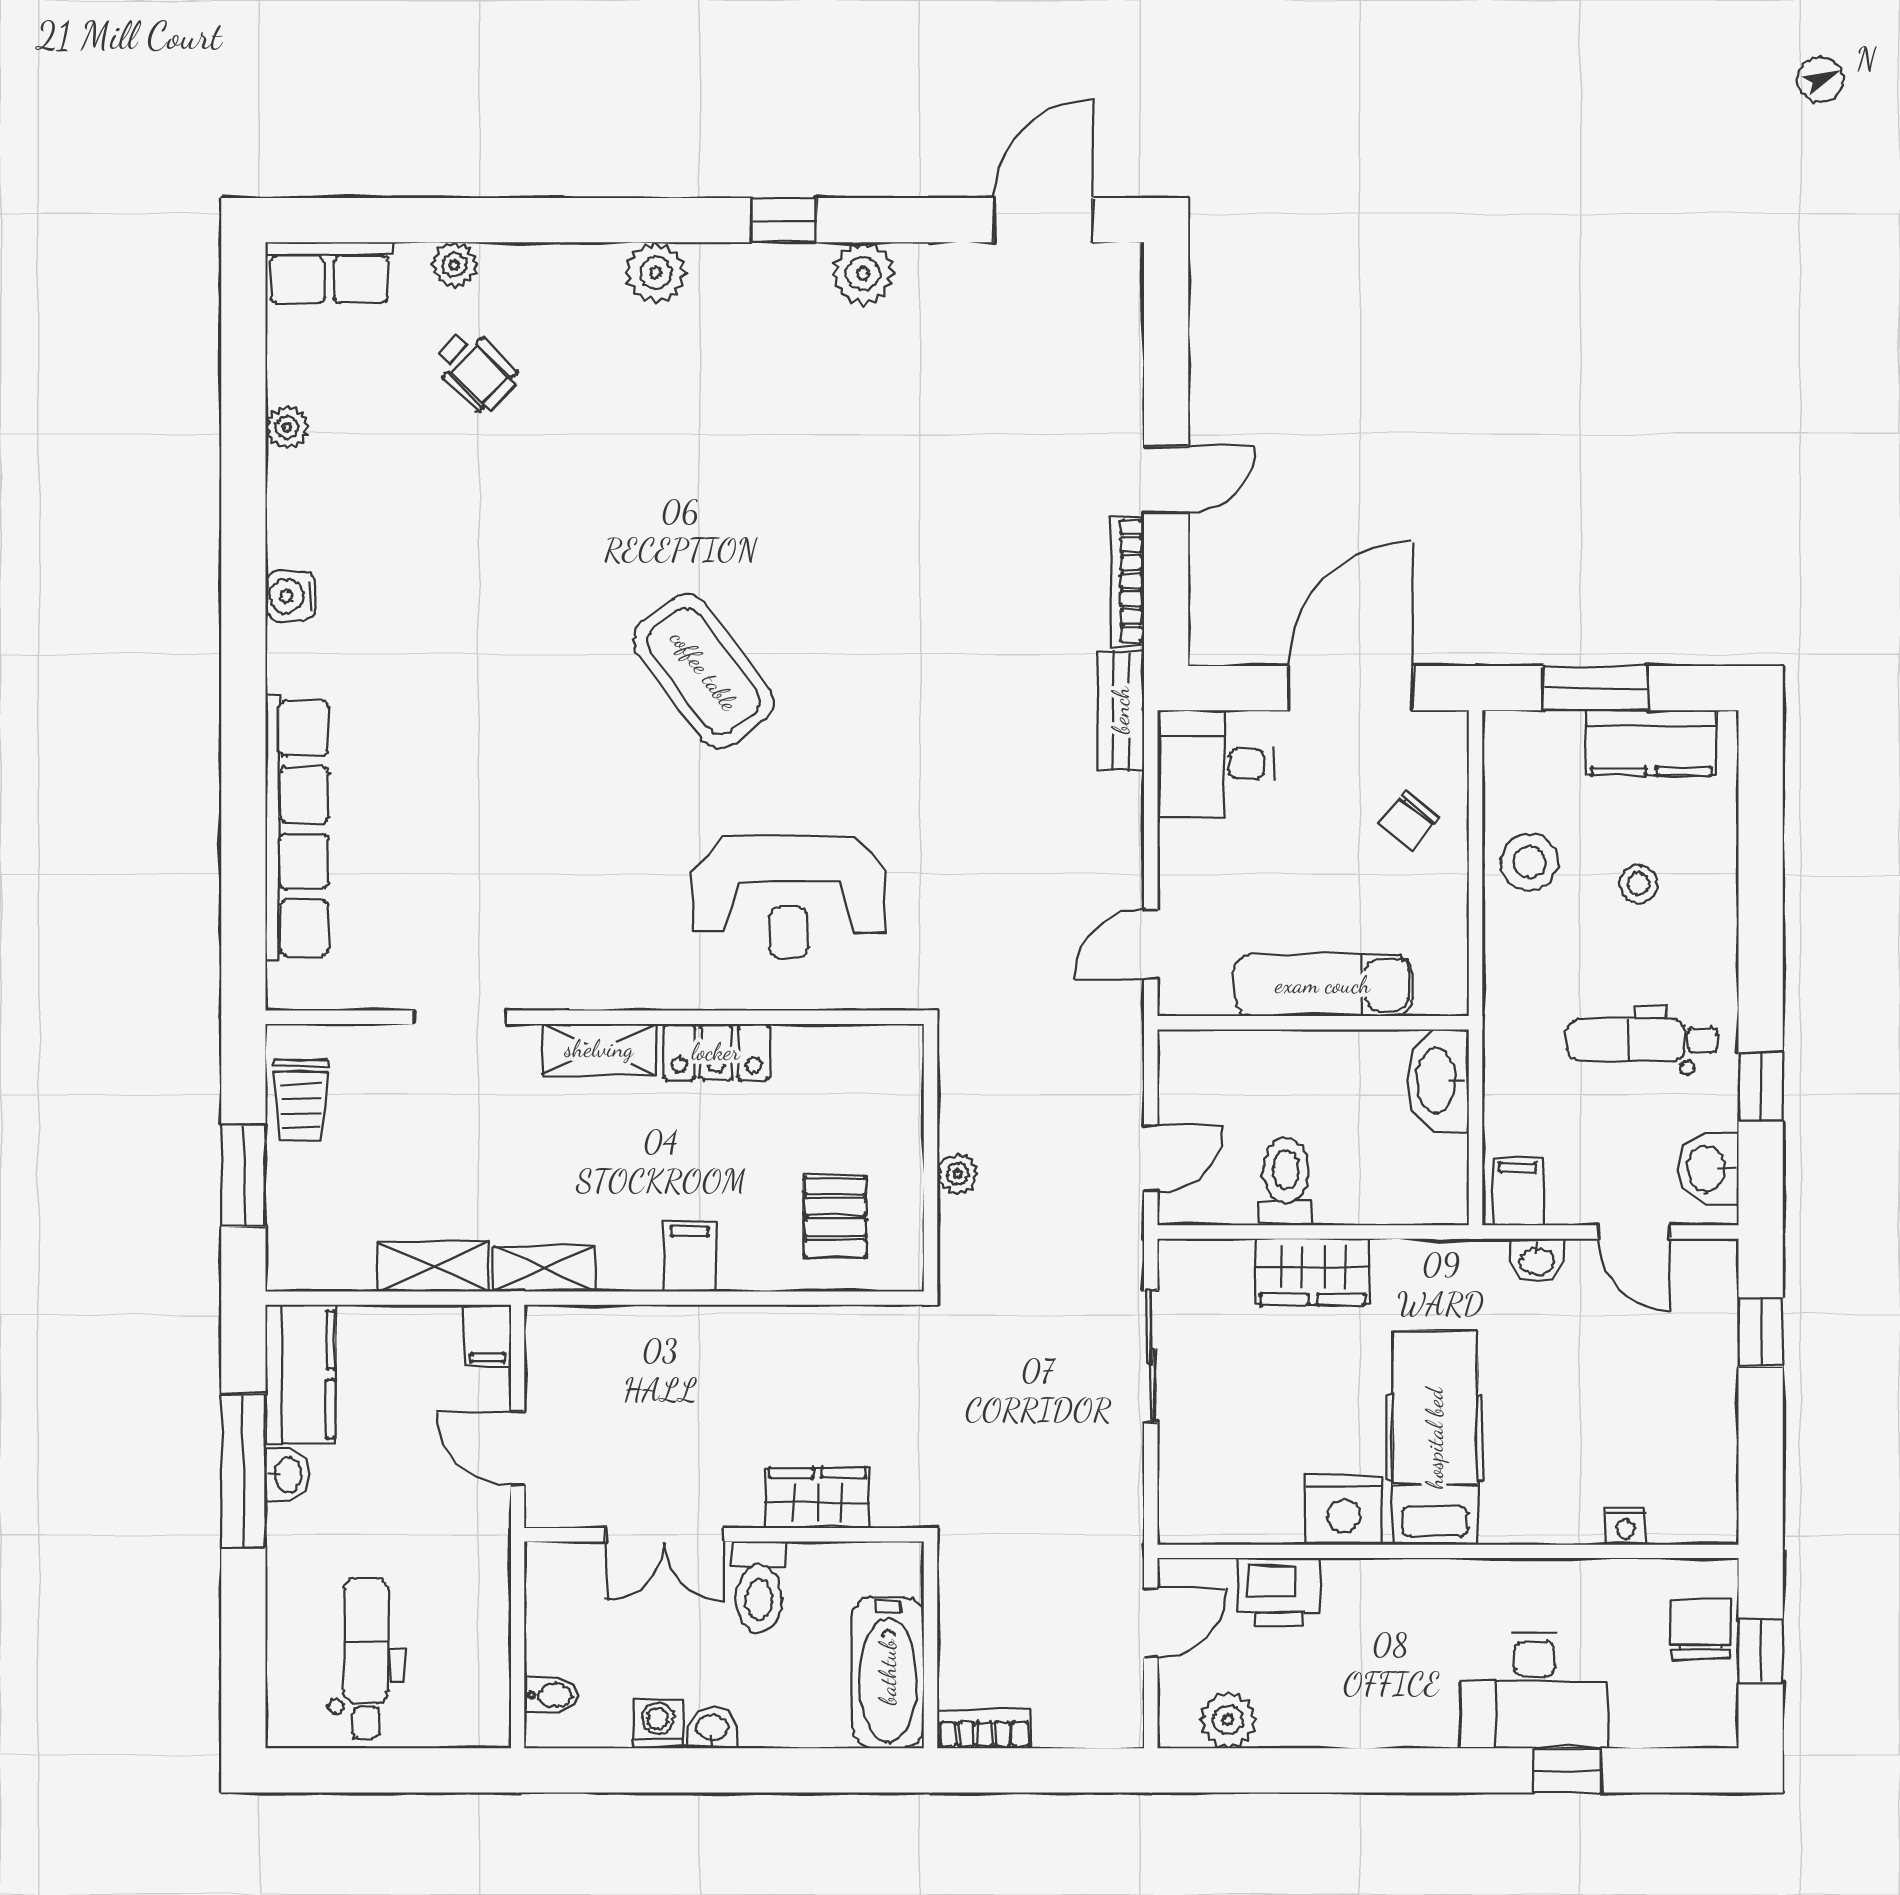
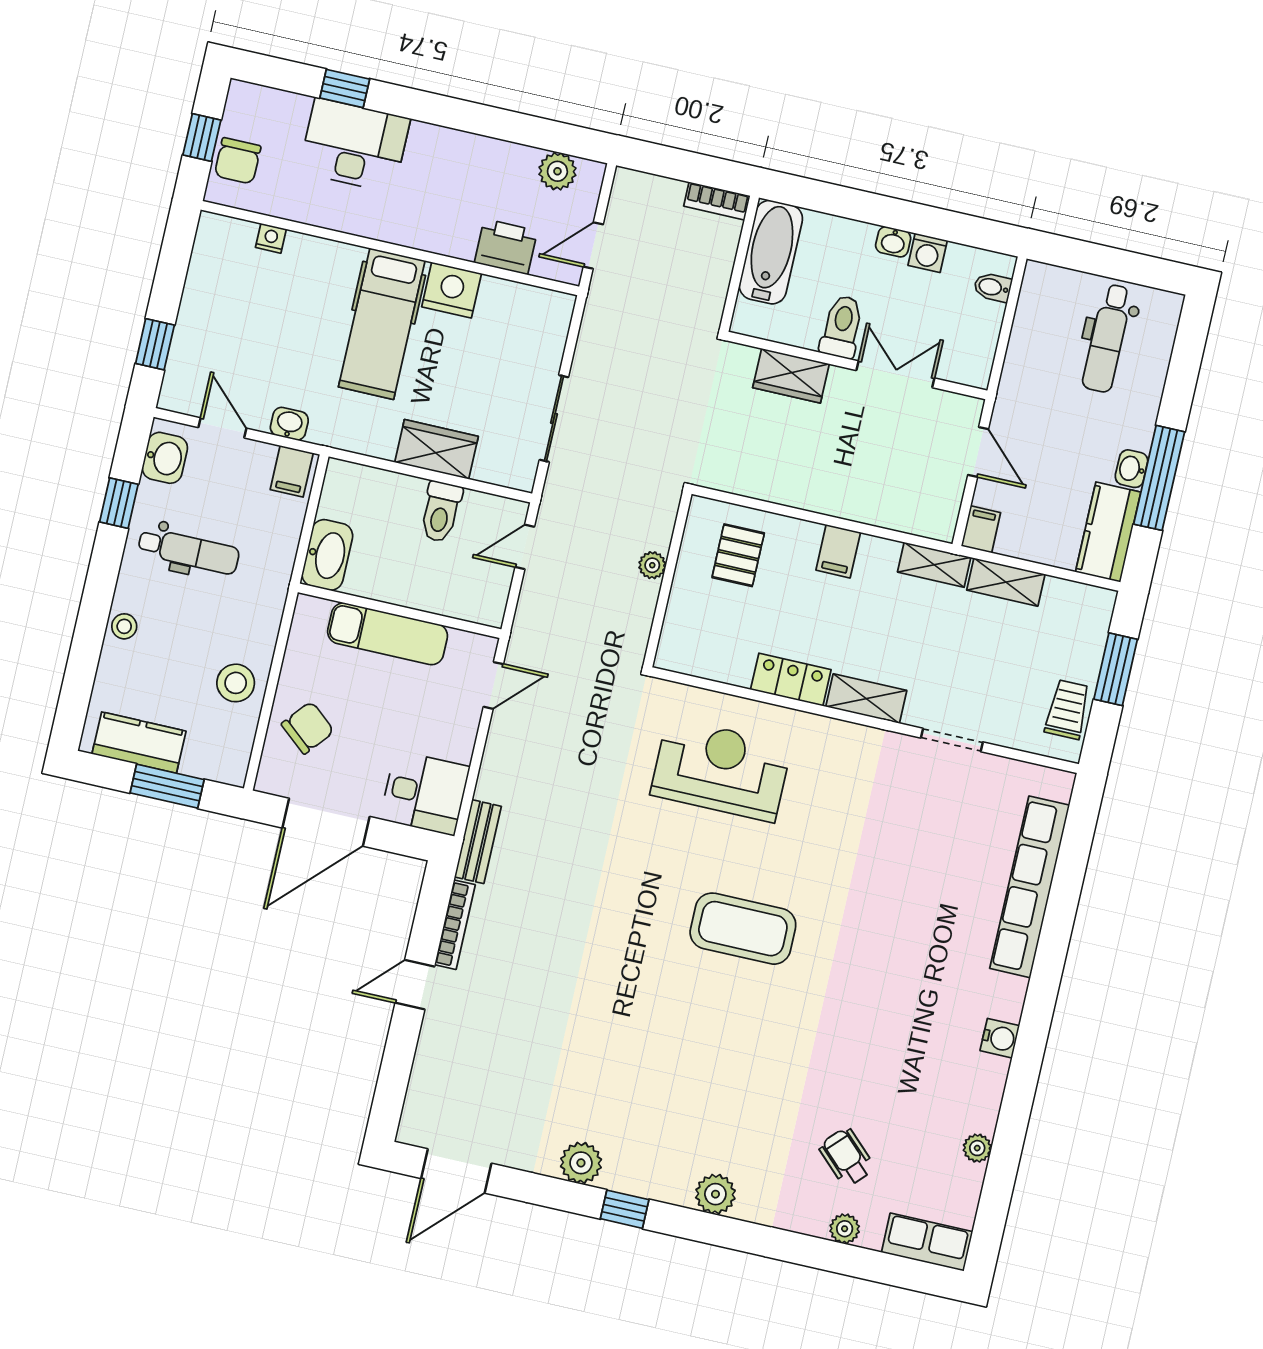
coffee table: (704, 671) -> (743, 929), turned -53
chair: (1409, 821) -> (308, 728), width x1.37, depth x1.37
stool: (1638, 884) -> (124, 626), moved

